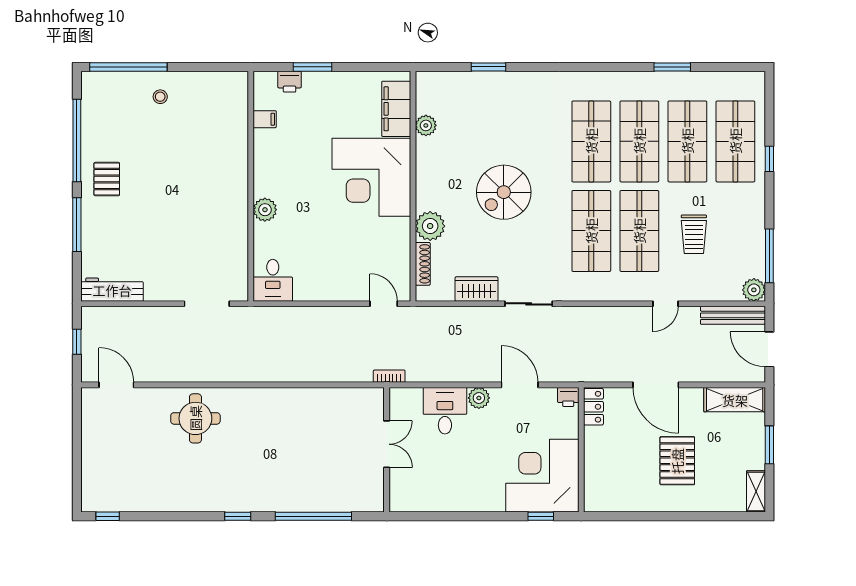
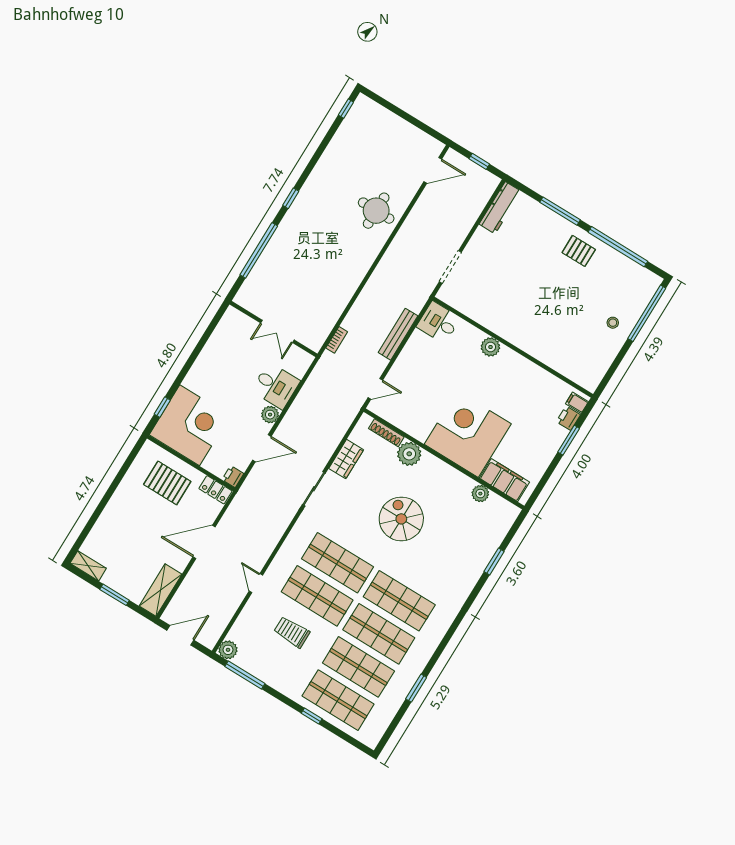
filing cabinet: (265, 119) -> (577, 403), moved, turned 90
bench: (733, 315) -> (398, 334), moved
bookcase: (389, 376) -> (337, 340), moved
pallet: (677, 461) -> (167, 483), moved

